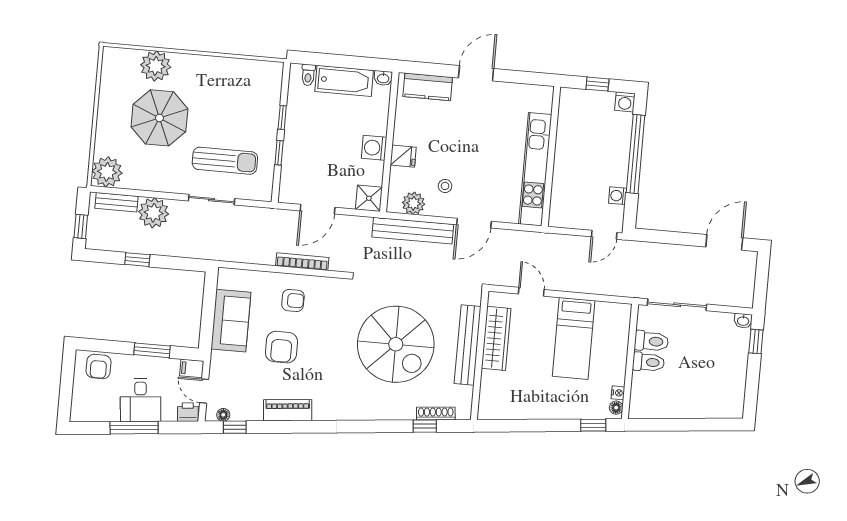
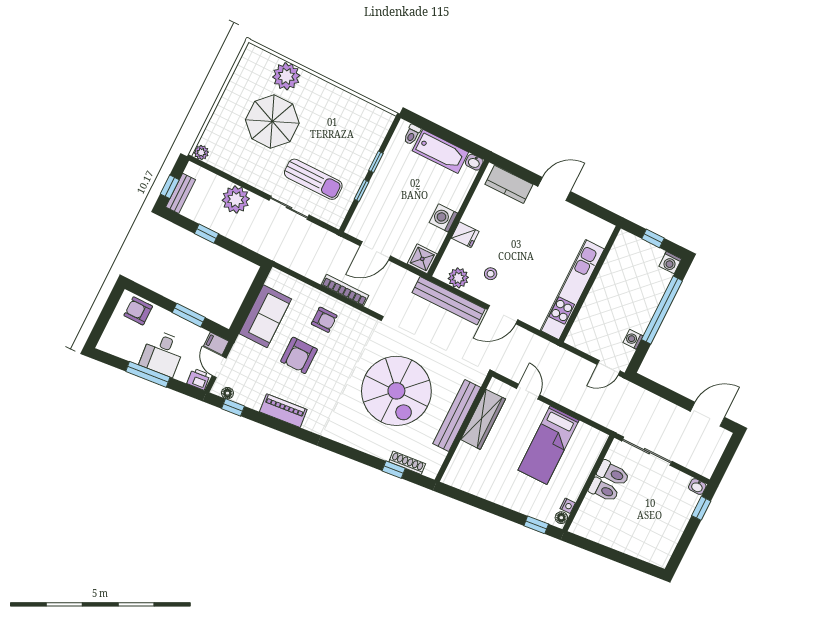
plant: (107, 172) -> (201, 152), width x0.53, depth x0.53
bench: (116, 202) -> (181, 193), moved, turned 90
armchair: (99, 366) -> (138, 311), turned 90

